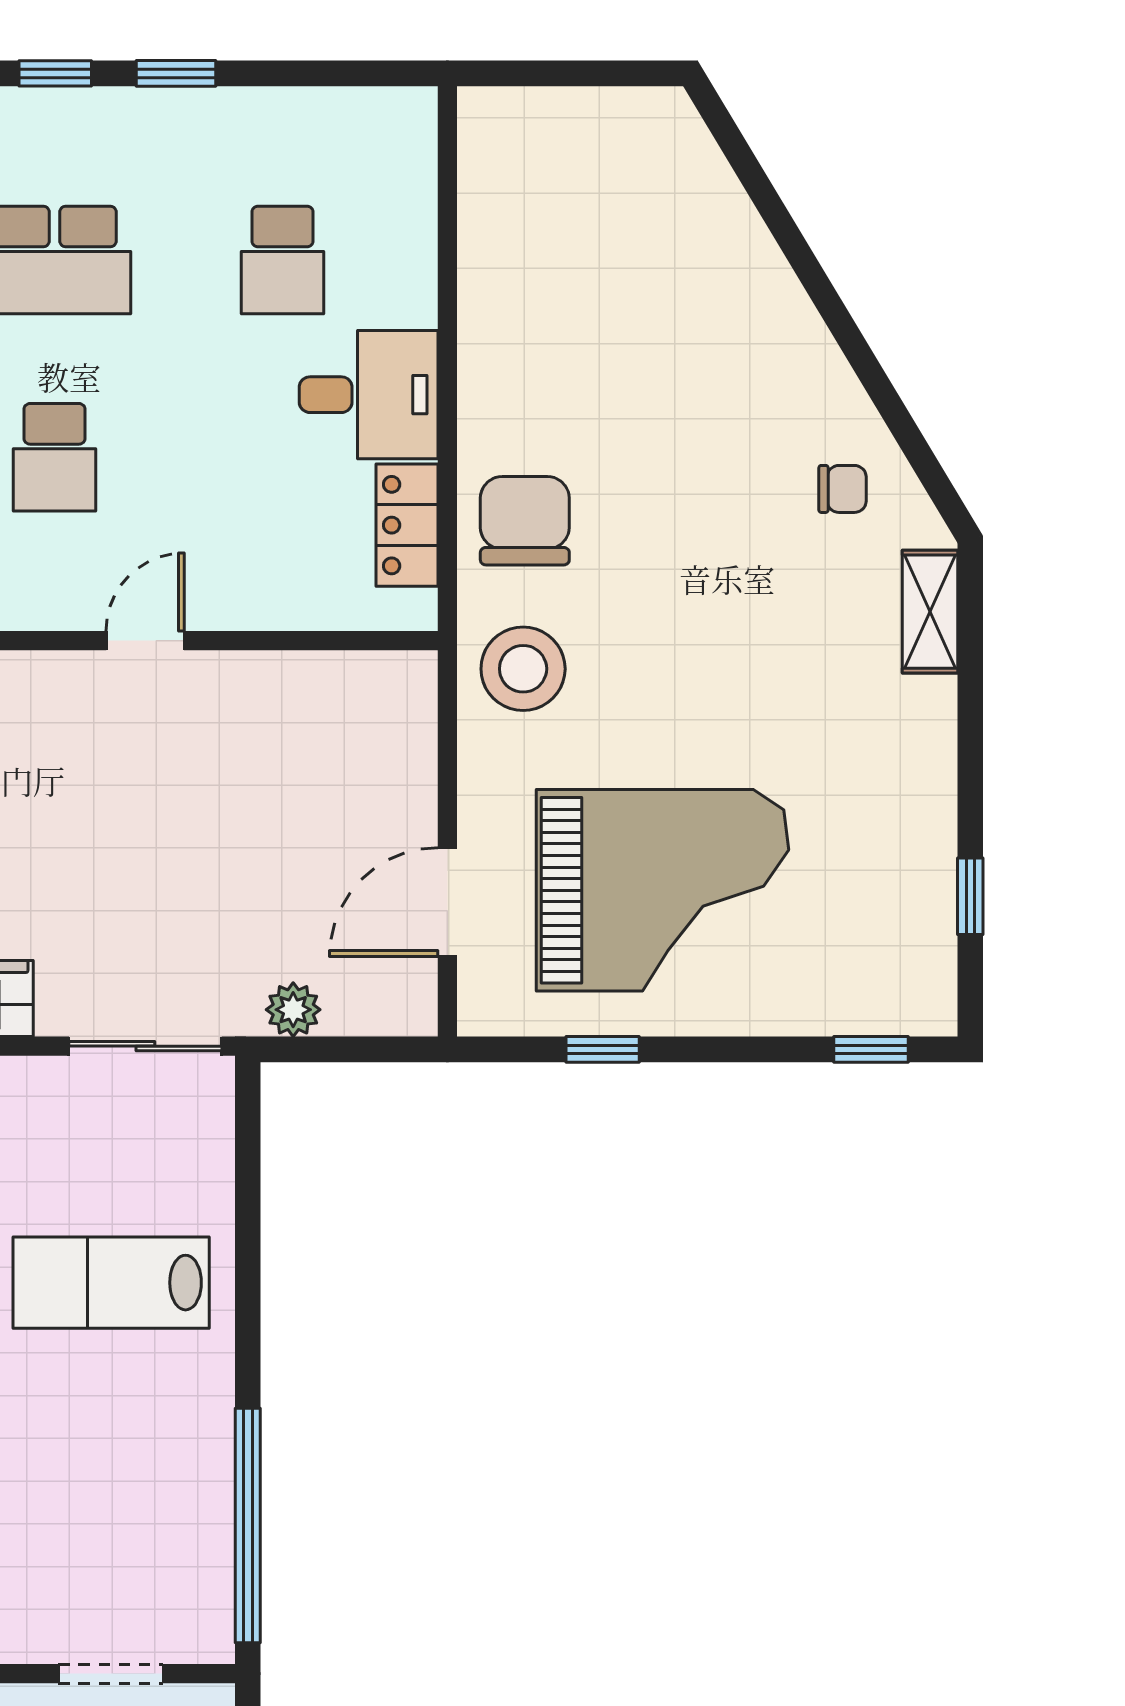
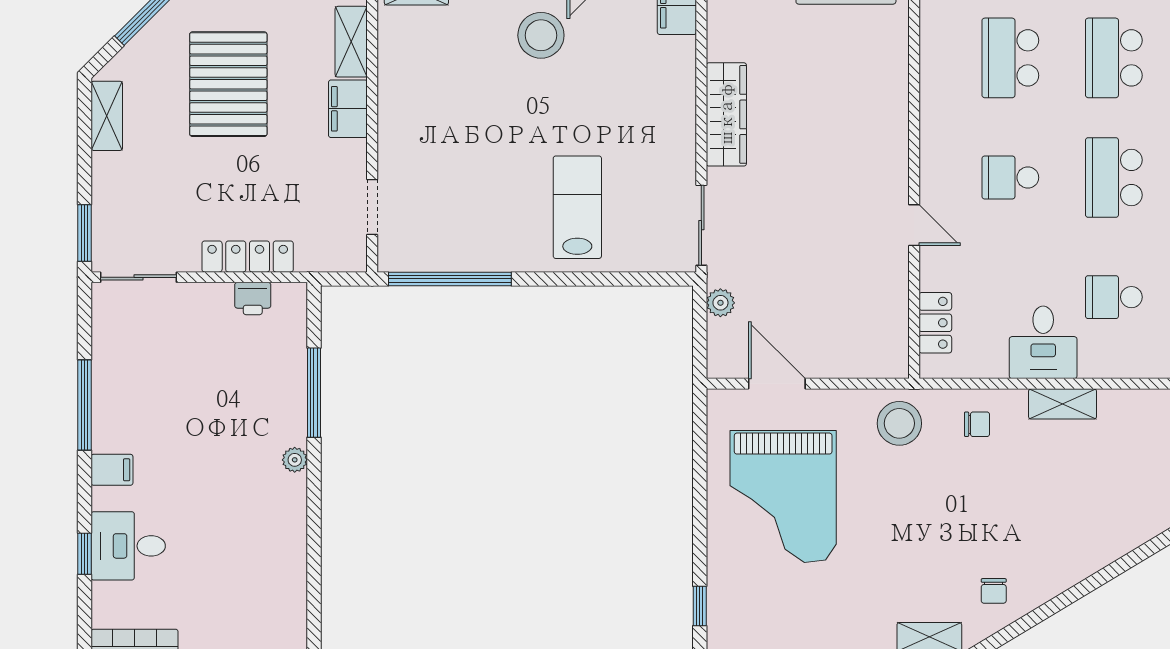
shelving: (486, 358) -> (1063, 404), added
chair: (525, 521) -> (977, 424), width x0.54, depth x0.54
locker: (407, 525) -> (935, 323), moved, turned 90
window: (603, 1049) -> (700, 465), removed

